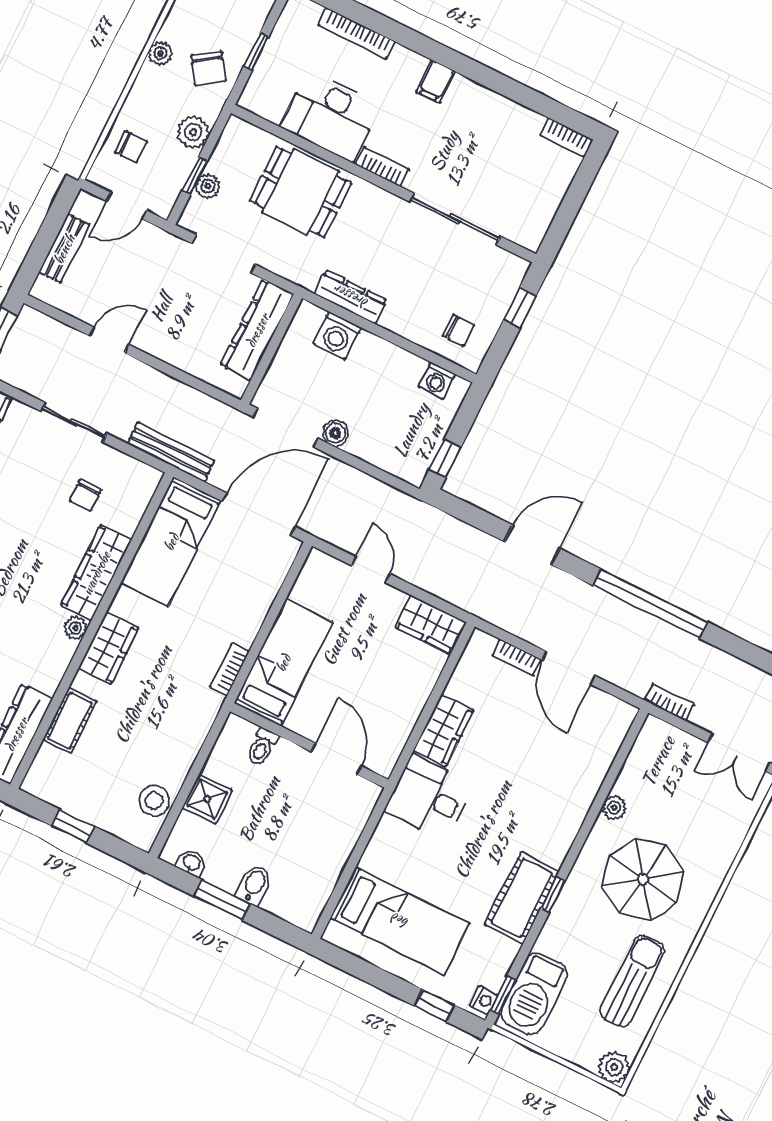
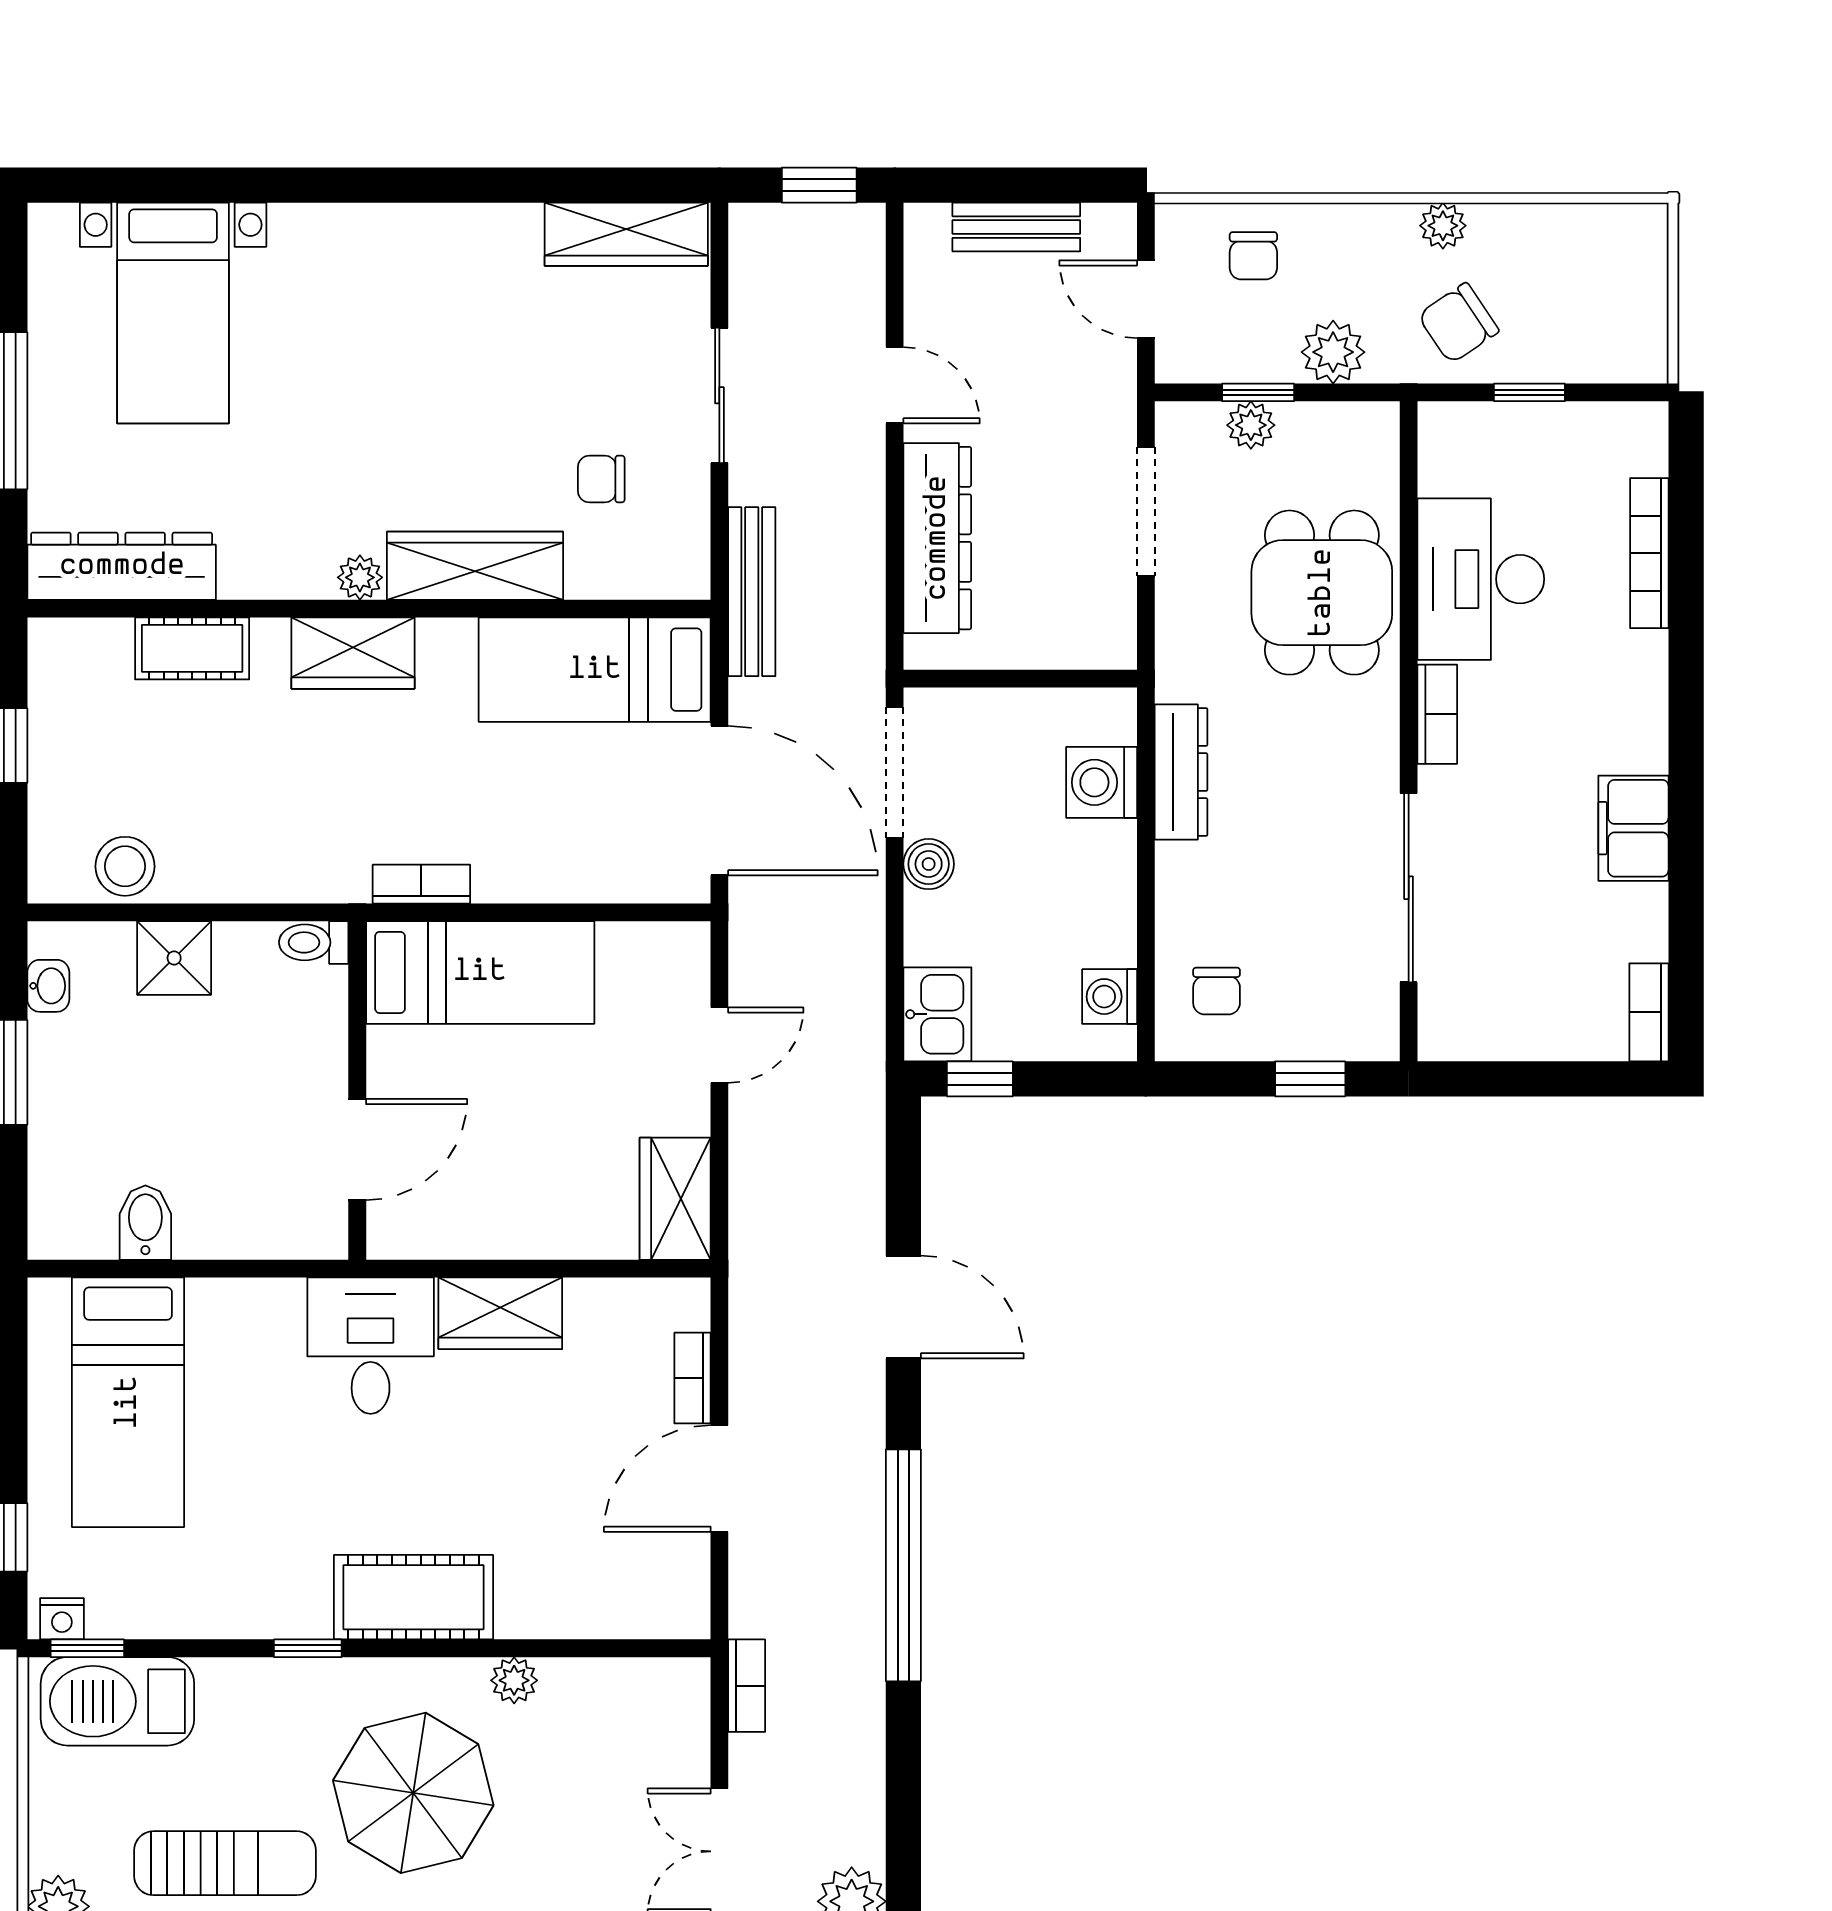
filing cabinet: (436, 81) -> (1633, 828), moved, width x2.00
dresser: (257, 330) -> (937, 538), moved, turned 90
kitchen sink: (406, 463) -> (937, 1014), added
toilet: (262, 747) -> (314, 942), moved
bidet: (254, 885) -> (145, 1223), moved, turned -90
cot: (522, 898) -> (413, 1597), moved

